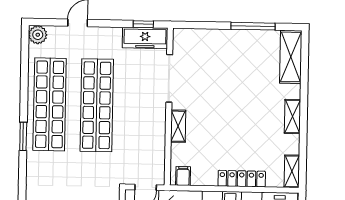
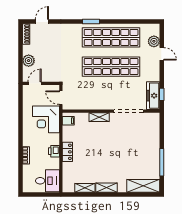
plant: (38, 35) -> (154, 41), moved
shelving: (292, 171) -> (85, 188), moved
locker: (242, 179) -> (67, 152), width x0.66

